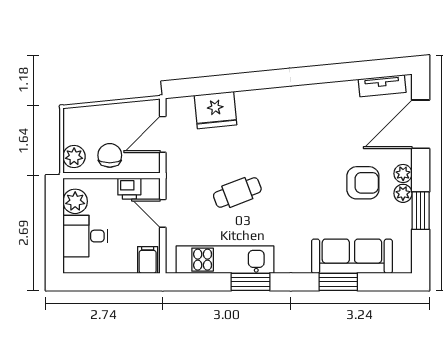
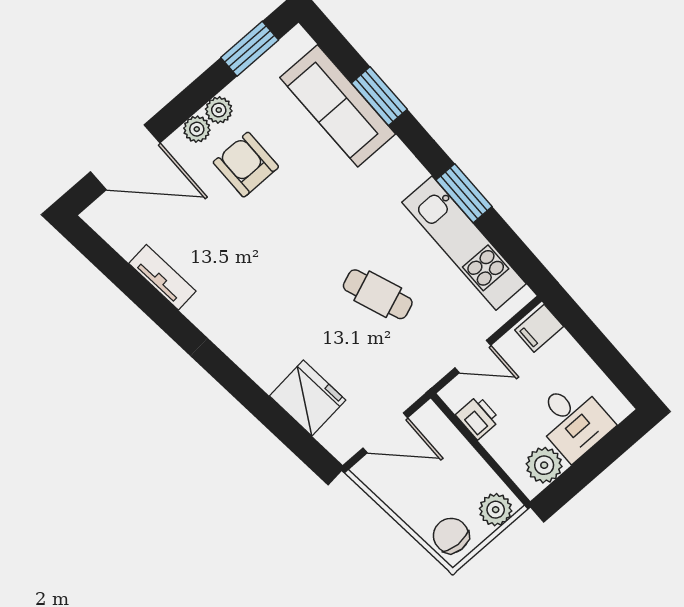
tv unit: (382, 86) -> (162, 277), moved
chair: (110, 155) -> (451, 536), moved, turned 92
window: (421, 211) -> (250, 49), moved
door: (163, 213) -> (473, 356), hinge flipped

